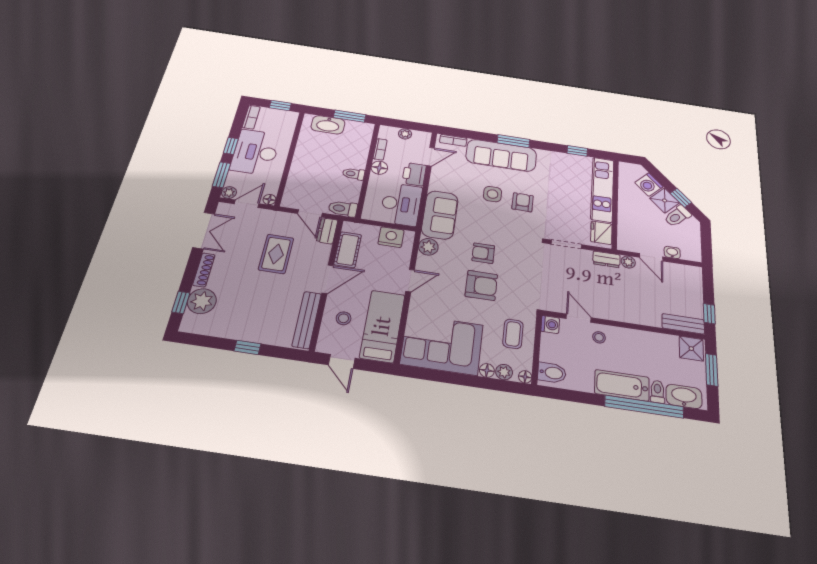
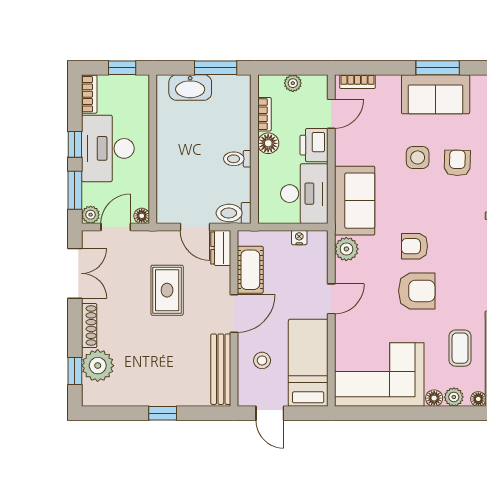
sofa: (501, 155) -> (436, 94), width x0.73
nightstand: (391, 237) -> (299, 238), width x0.53, depth x0.56

